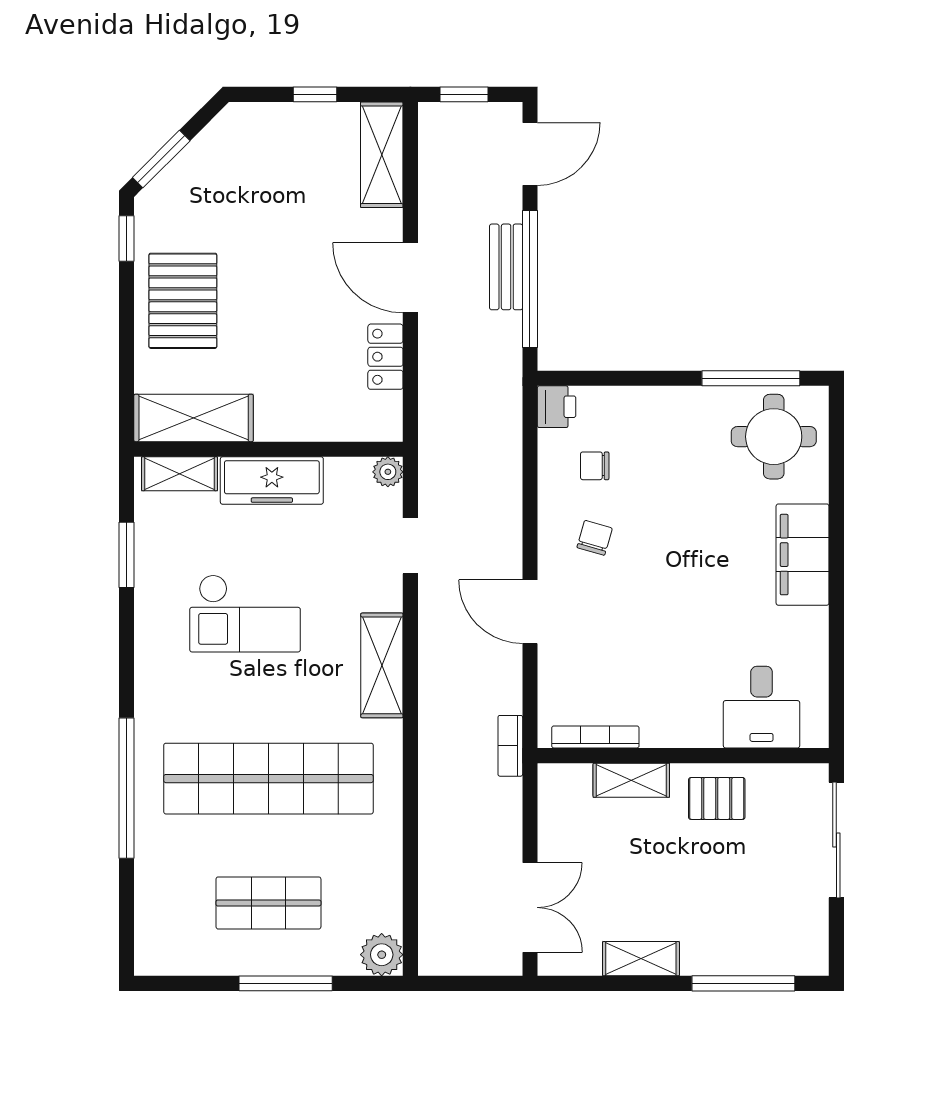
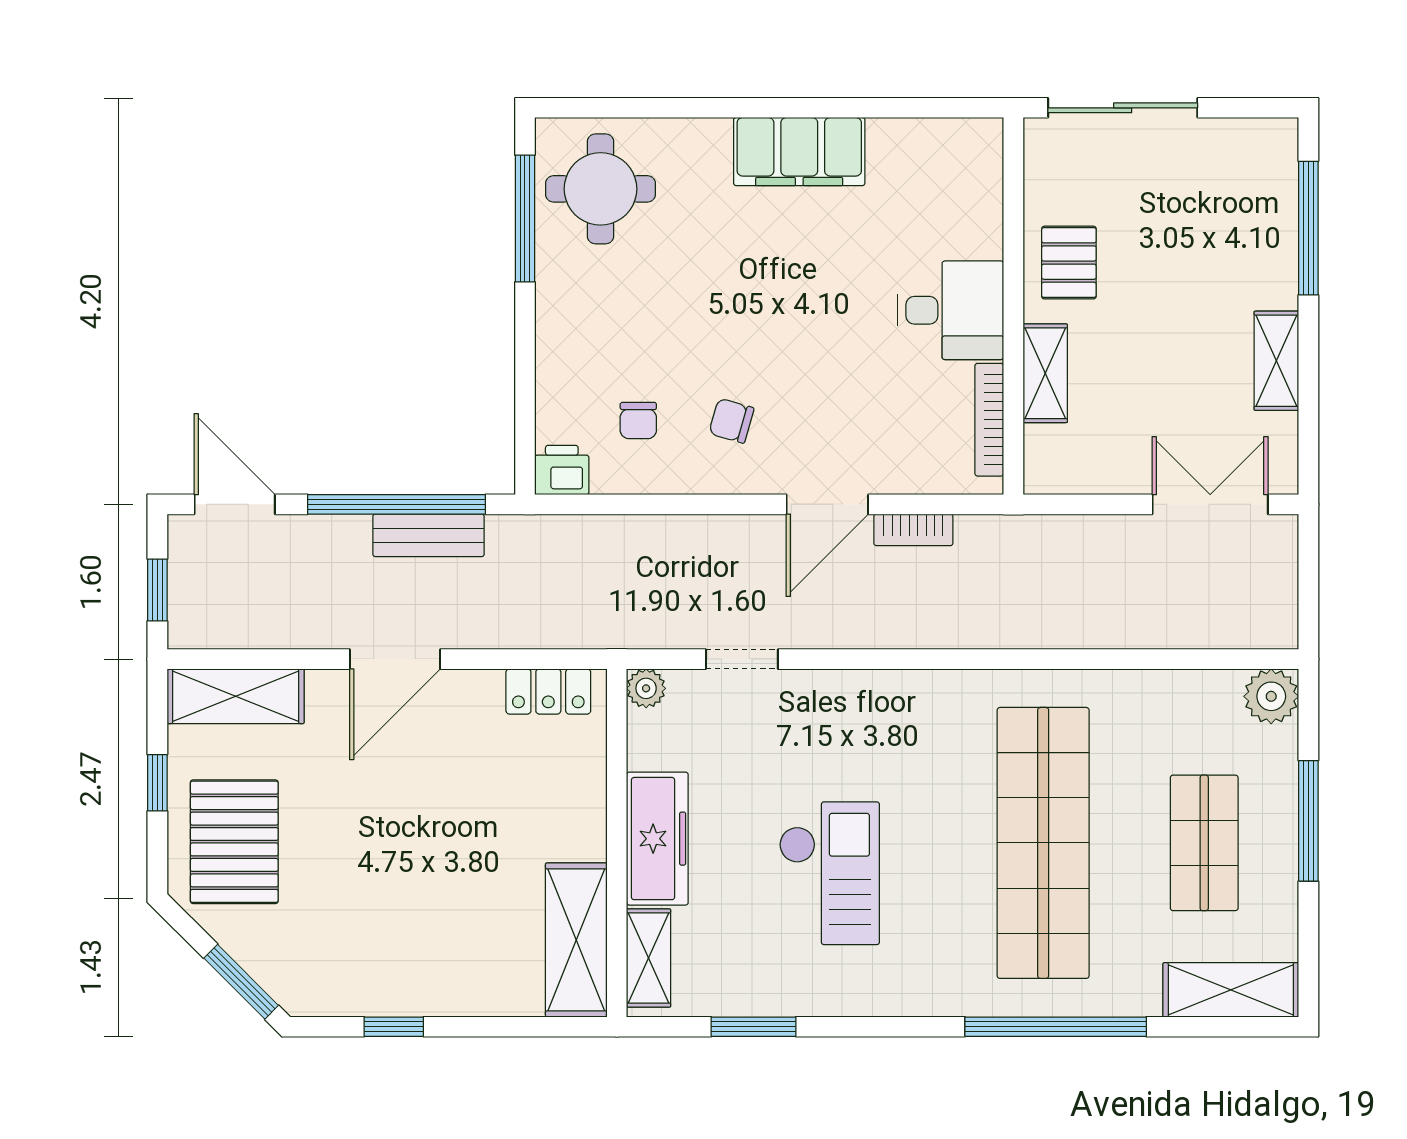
window: (127, 239) -> (394, 1027), moved
bench: (506, 267) -> (428, 535), moved
pallet: (183, 301) -> (234, 842), moved, turned 90
locker: (385, 357) -> (548, 691), moved
filing cabinet: (803, 555) -> (799, 152), moved
shelving: (382, 665) -> (1231, 990), moved
desk: (762, 707) -> (951, 310), moved
bookcase: (510, 746) -> (913, 530), moved

